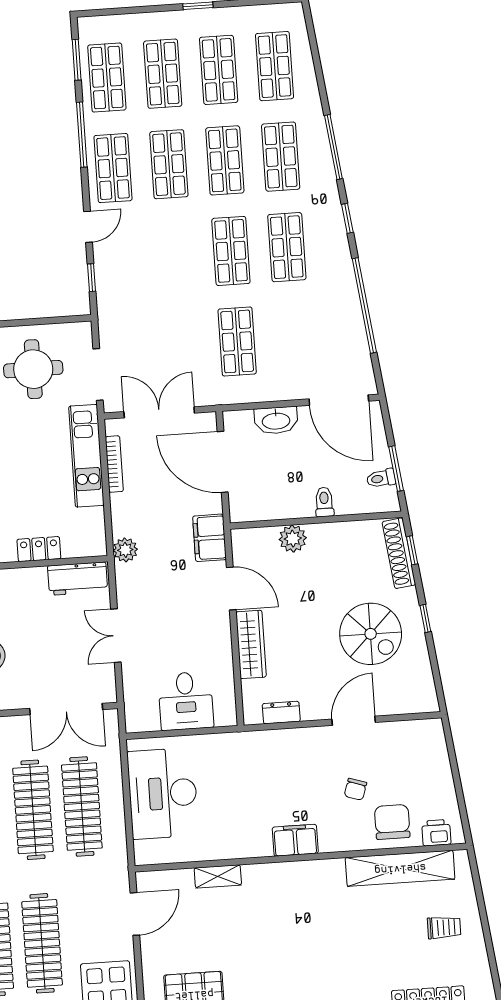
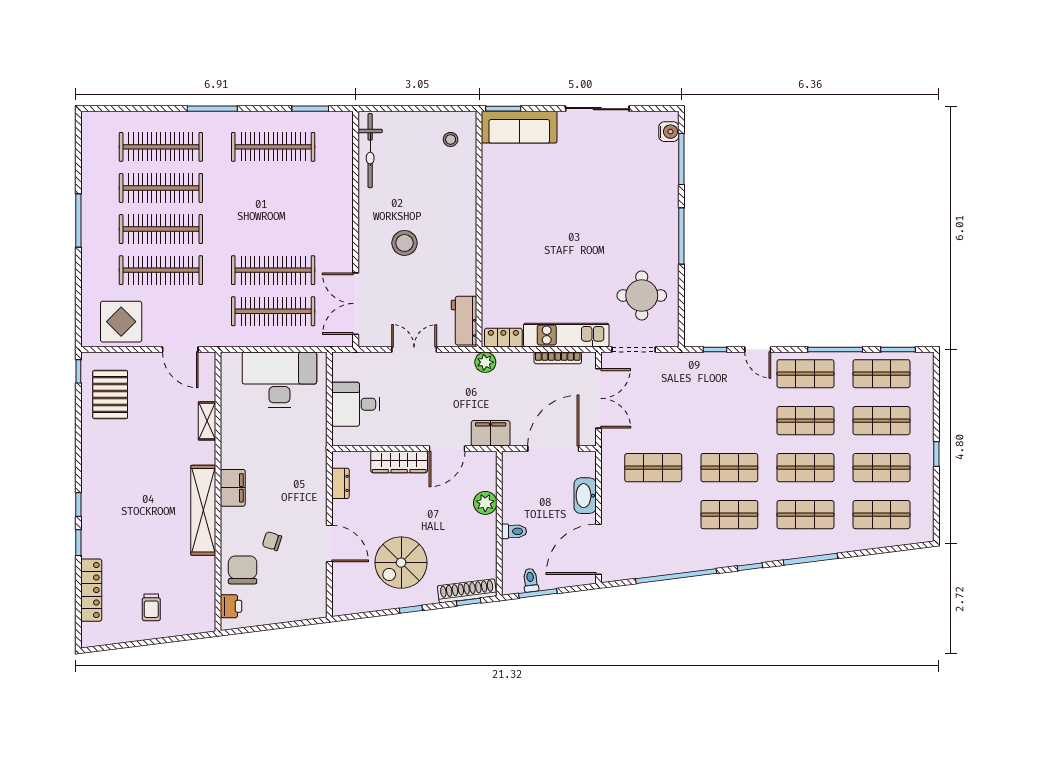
locker: (39, 549) -> (503, 338), moved, turned -90
chair: (392, 822) -> (243, 570), turned -90
shelving: (400, 868) -> (203, 510), moved

